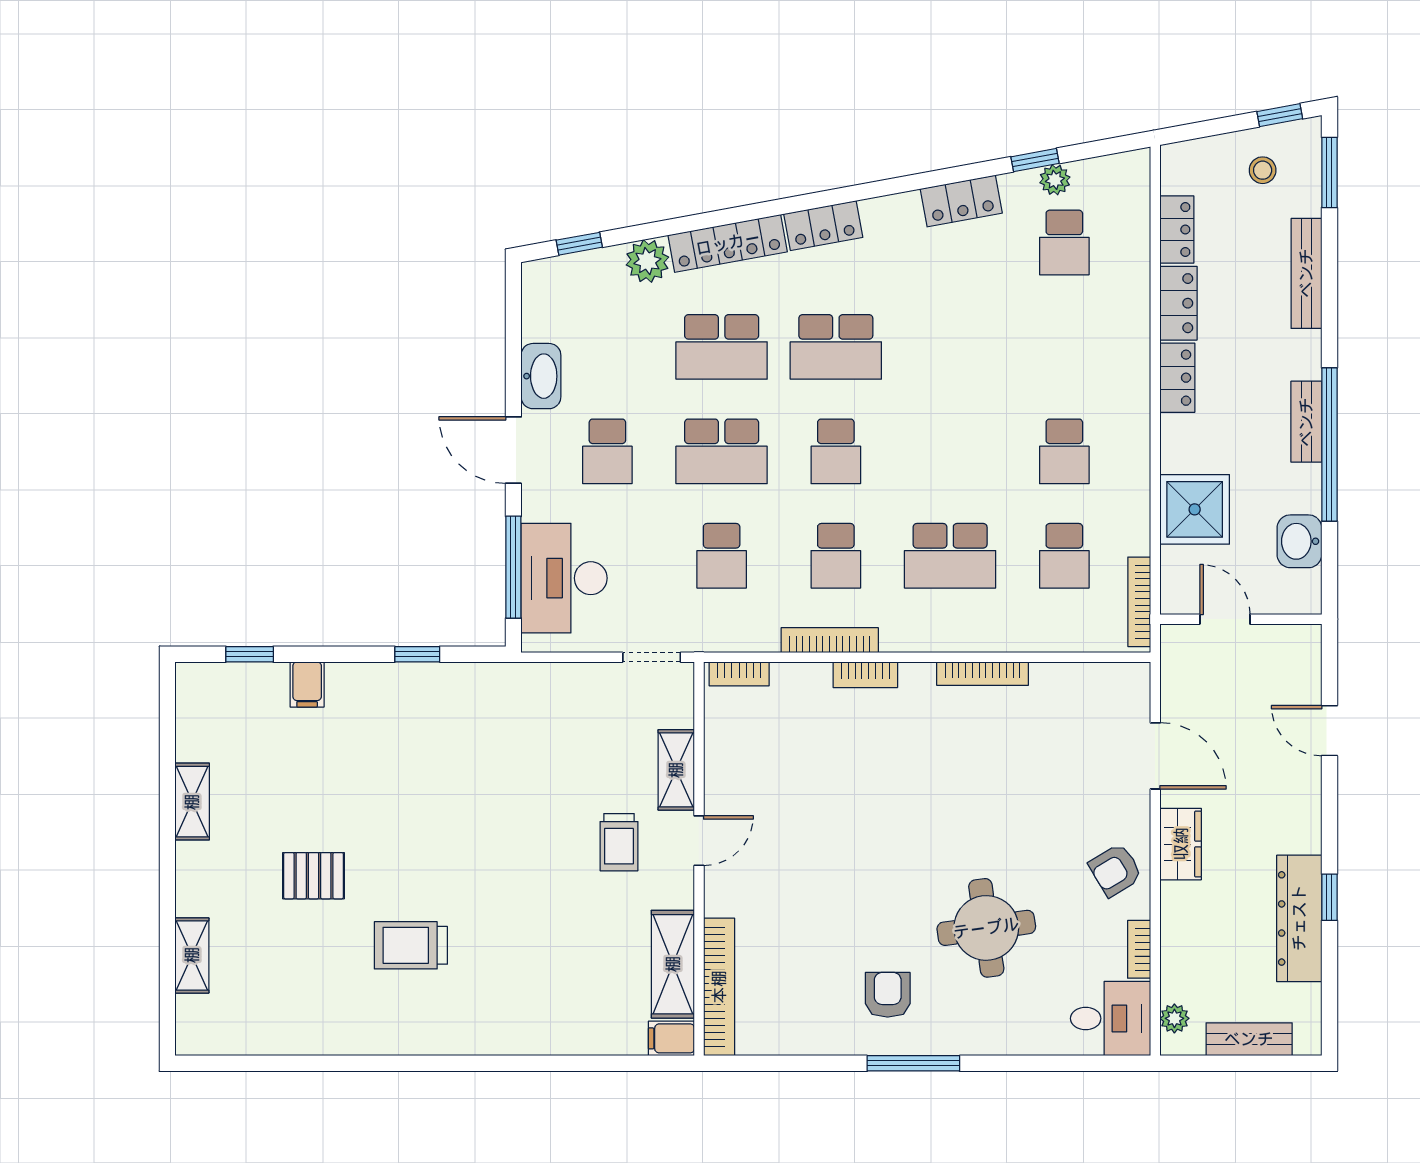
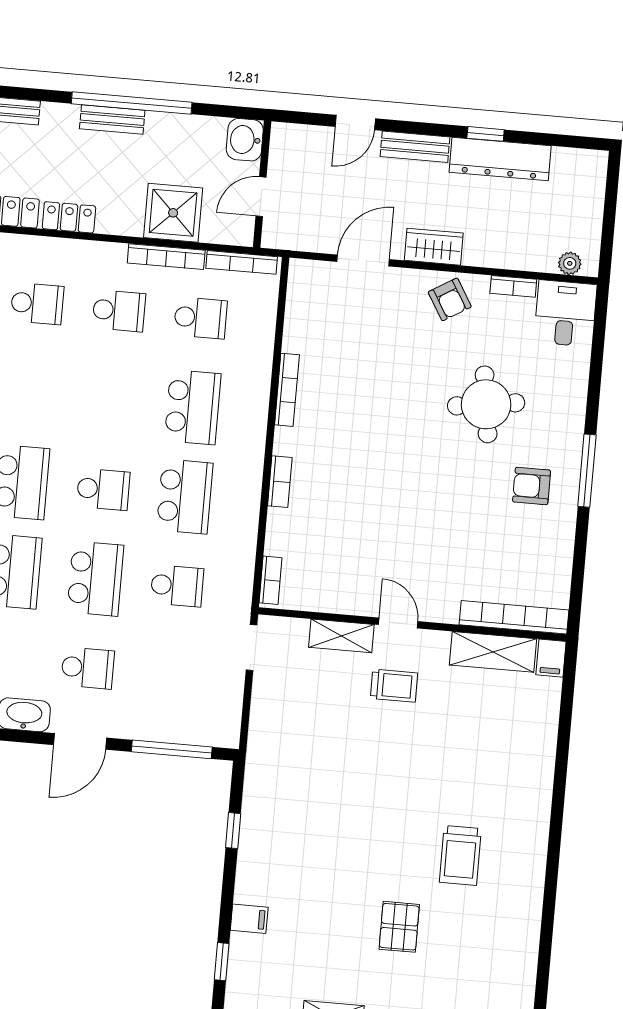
school desk: (1064, 347) -> (37, 304), added
washbasin: (1299, 541) -> (245, 140), moved, turned 90
school desk: (836, 556) -> (185, 497), width x1.85
desk: (564, 578) -> (184, 711), removed
bookcase: (830, 640) -> (166, 257), moved, turned -90
bench: (1249, 1039) -> (415, 147), moved, turned 90

